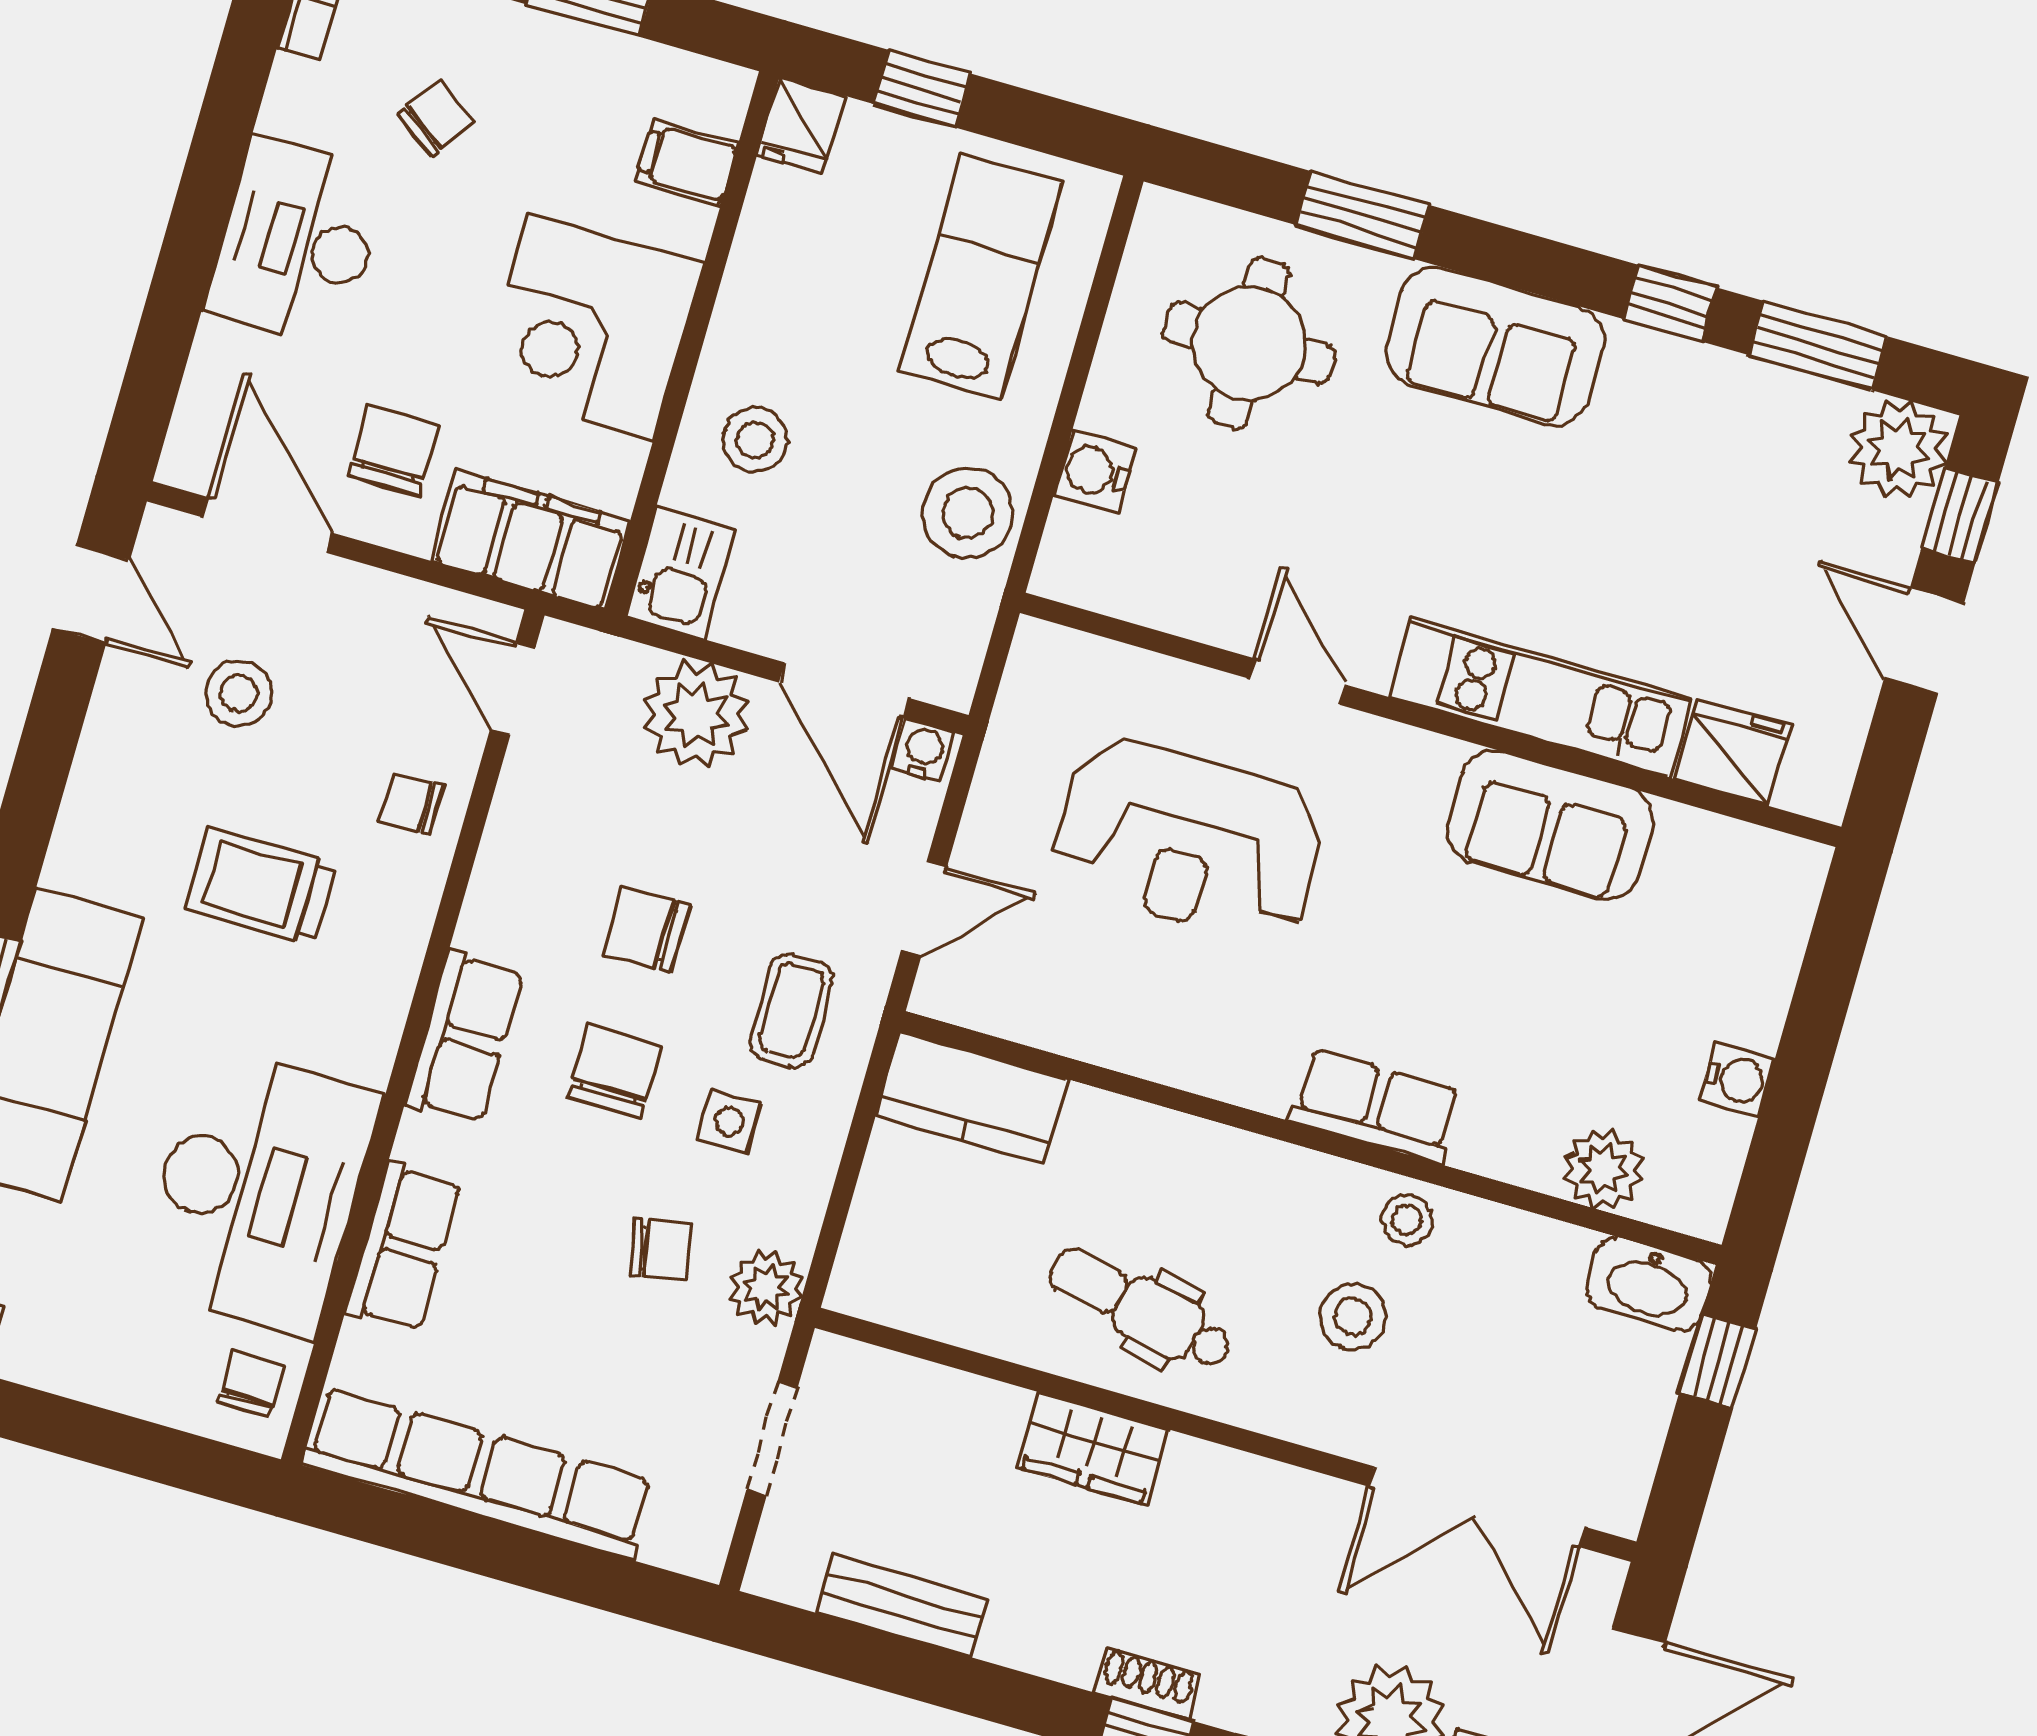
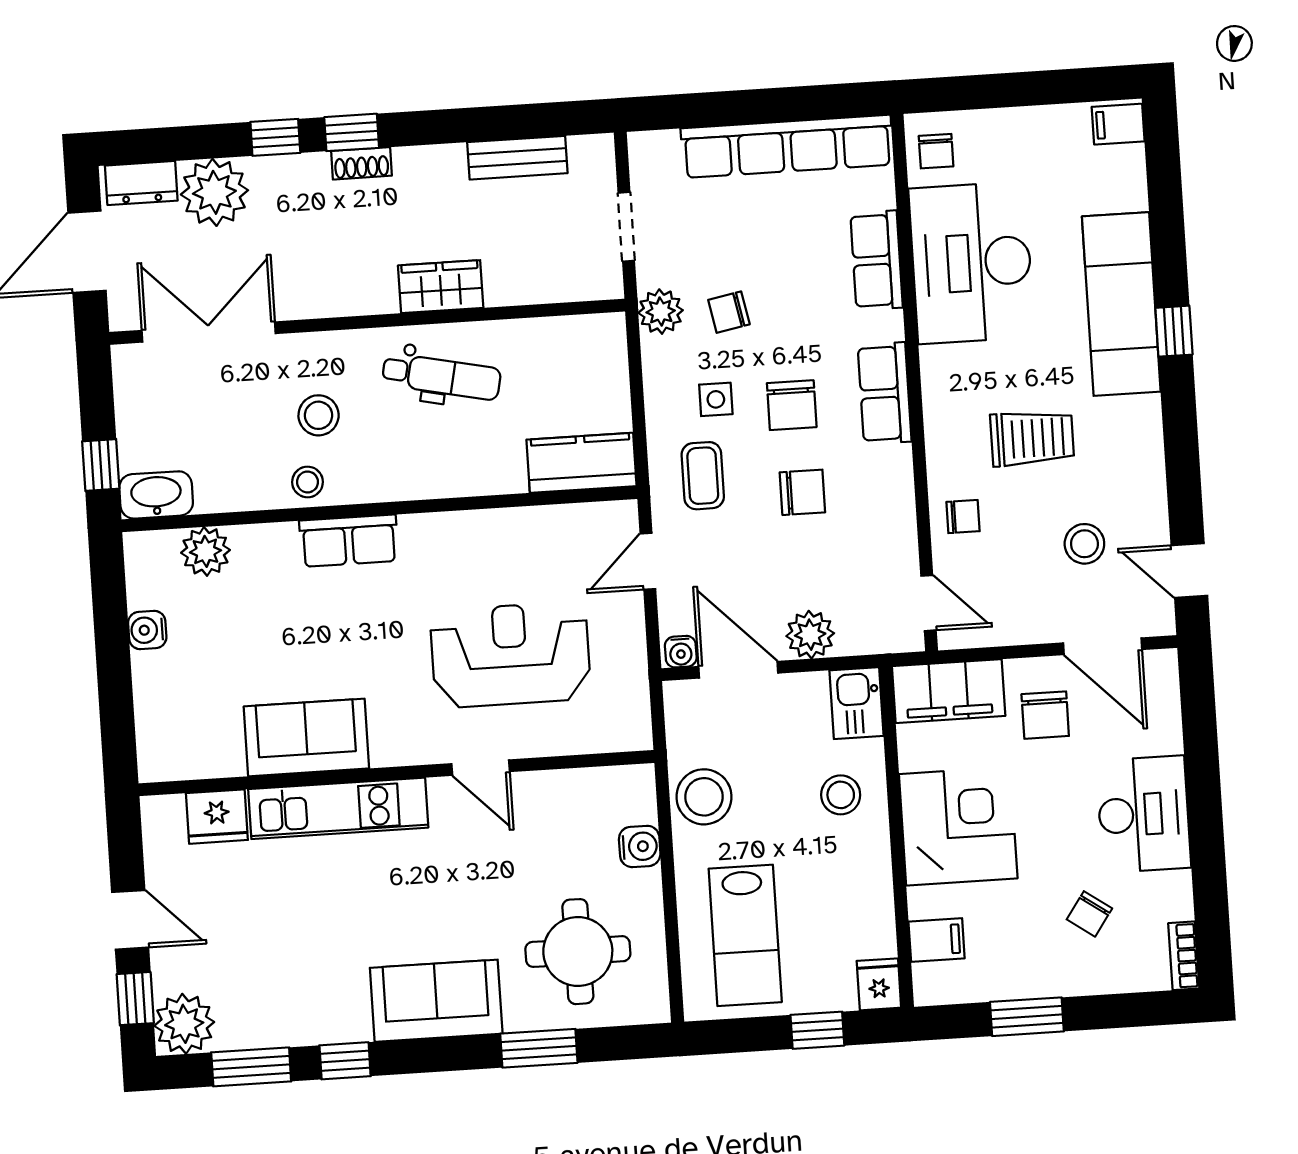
plant: (696, 715) -> (810, 635), width x0.73, depth x0.73

